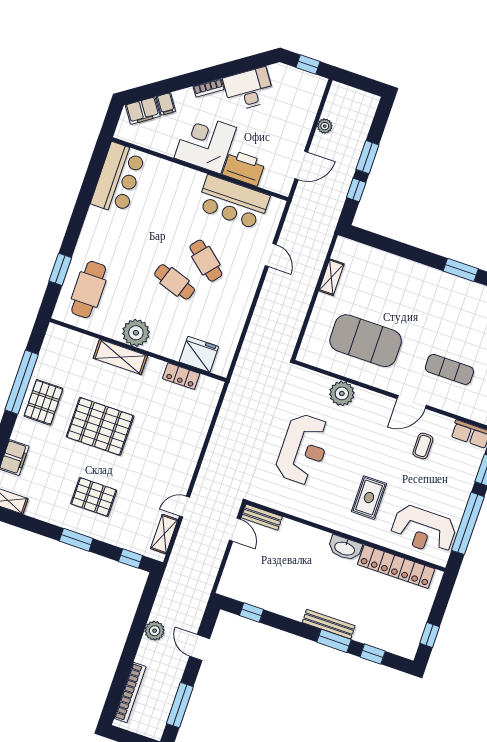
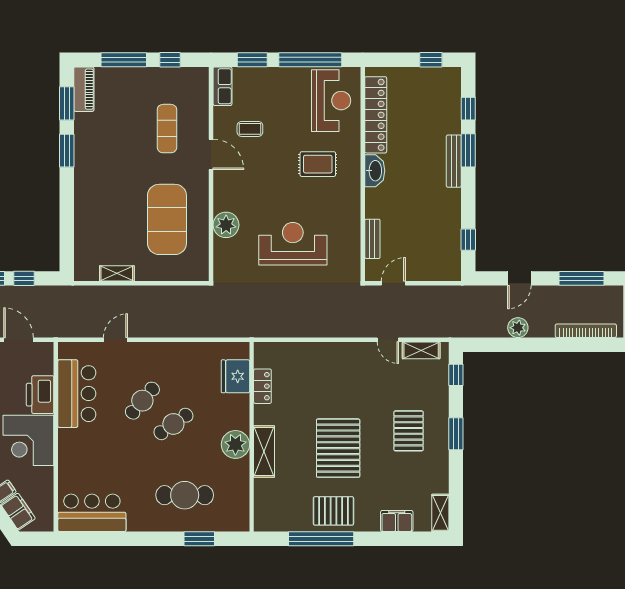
cafe table: (174, 282) -> (173, 424), turned 36
cafe table: (89, 290) -> (185, 495), moved
bench: (262, 517) -> (372, 239), moved

